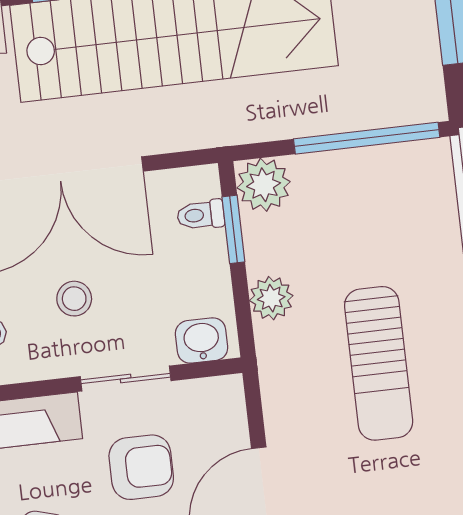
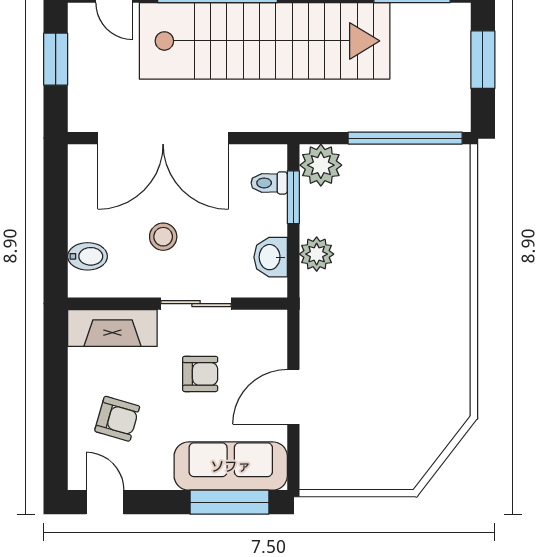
washbasin: (202, 341) -> (271, 257), moved, turned -90
sun lounger: (379, 363) -> (394, 315), removed
armchair: (141, 467) -> (200, 374), width x0.72, depth x0.72

